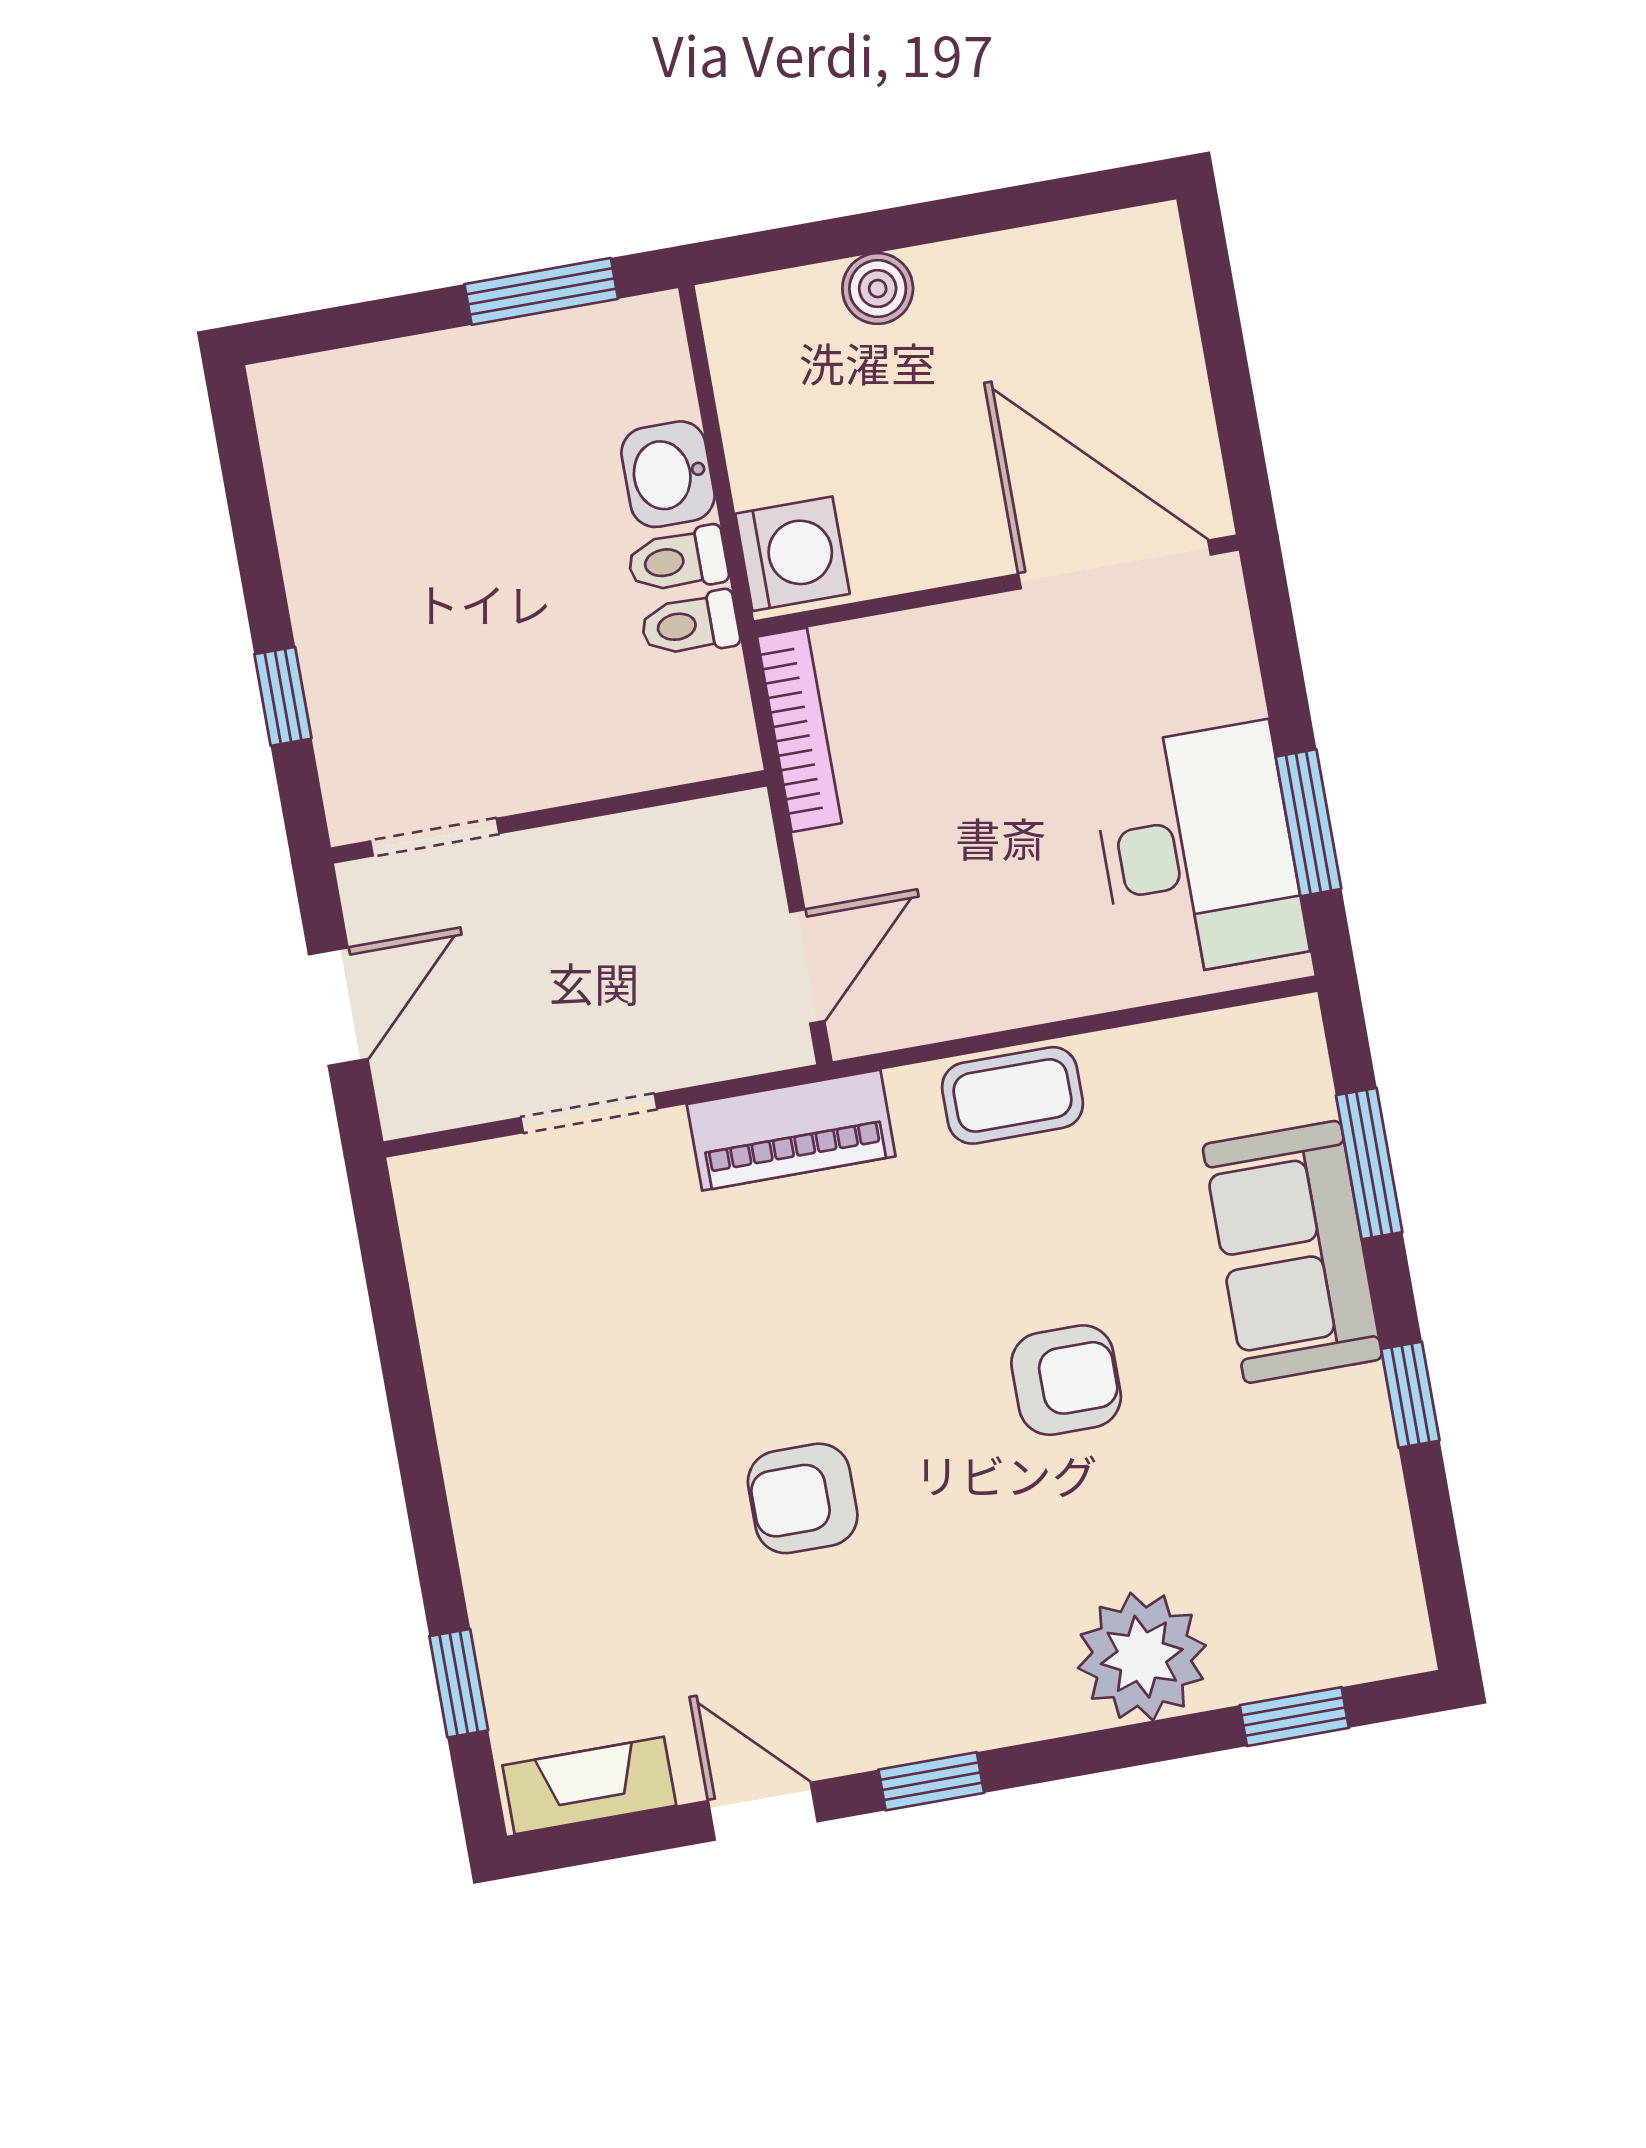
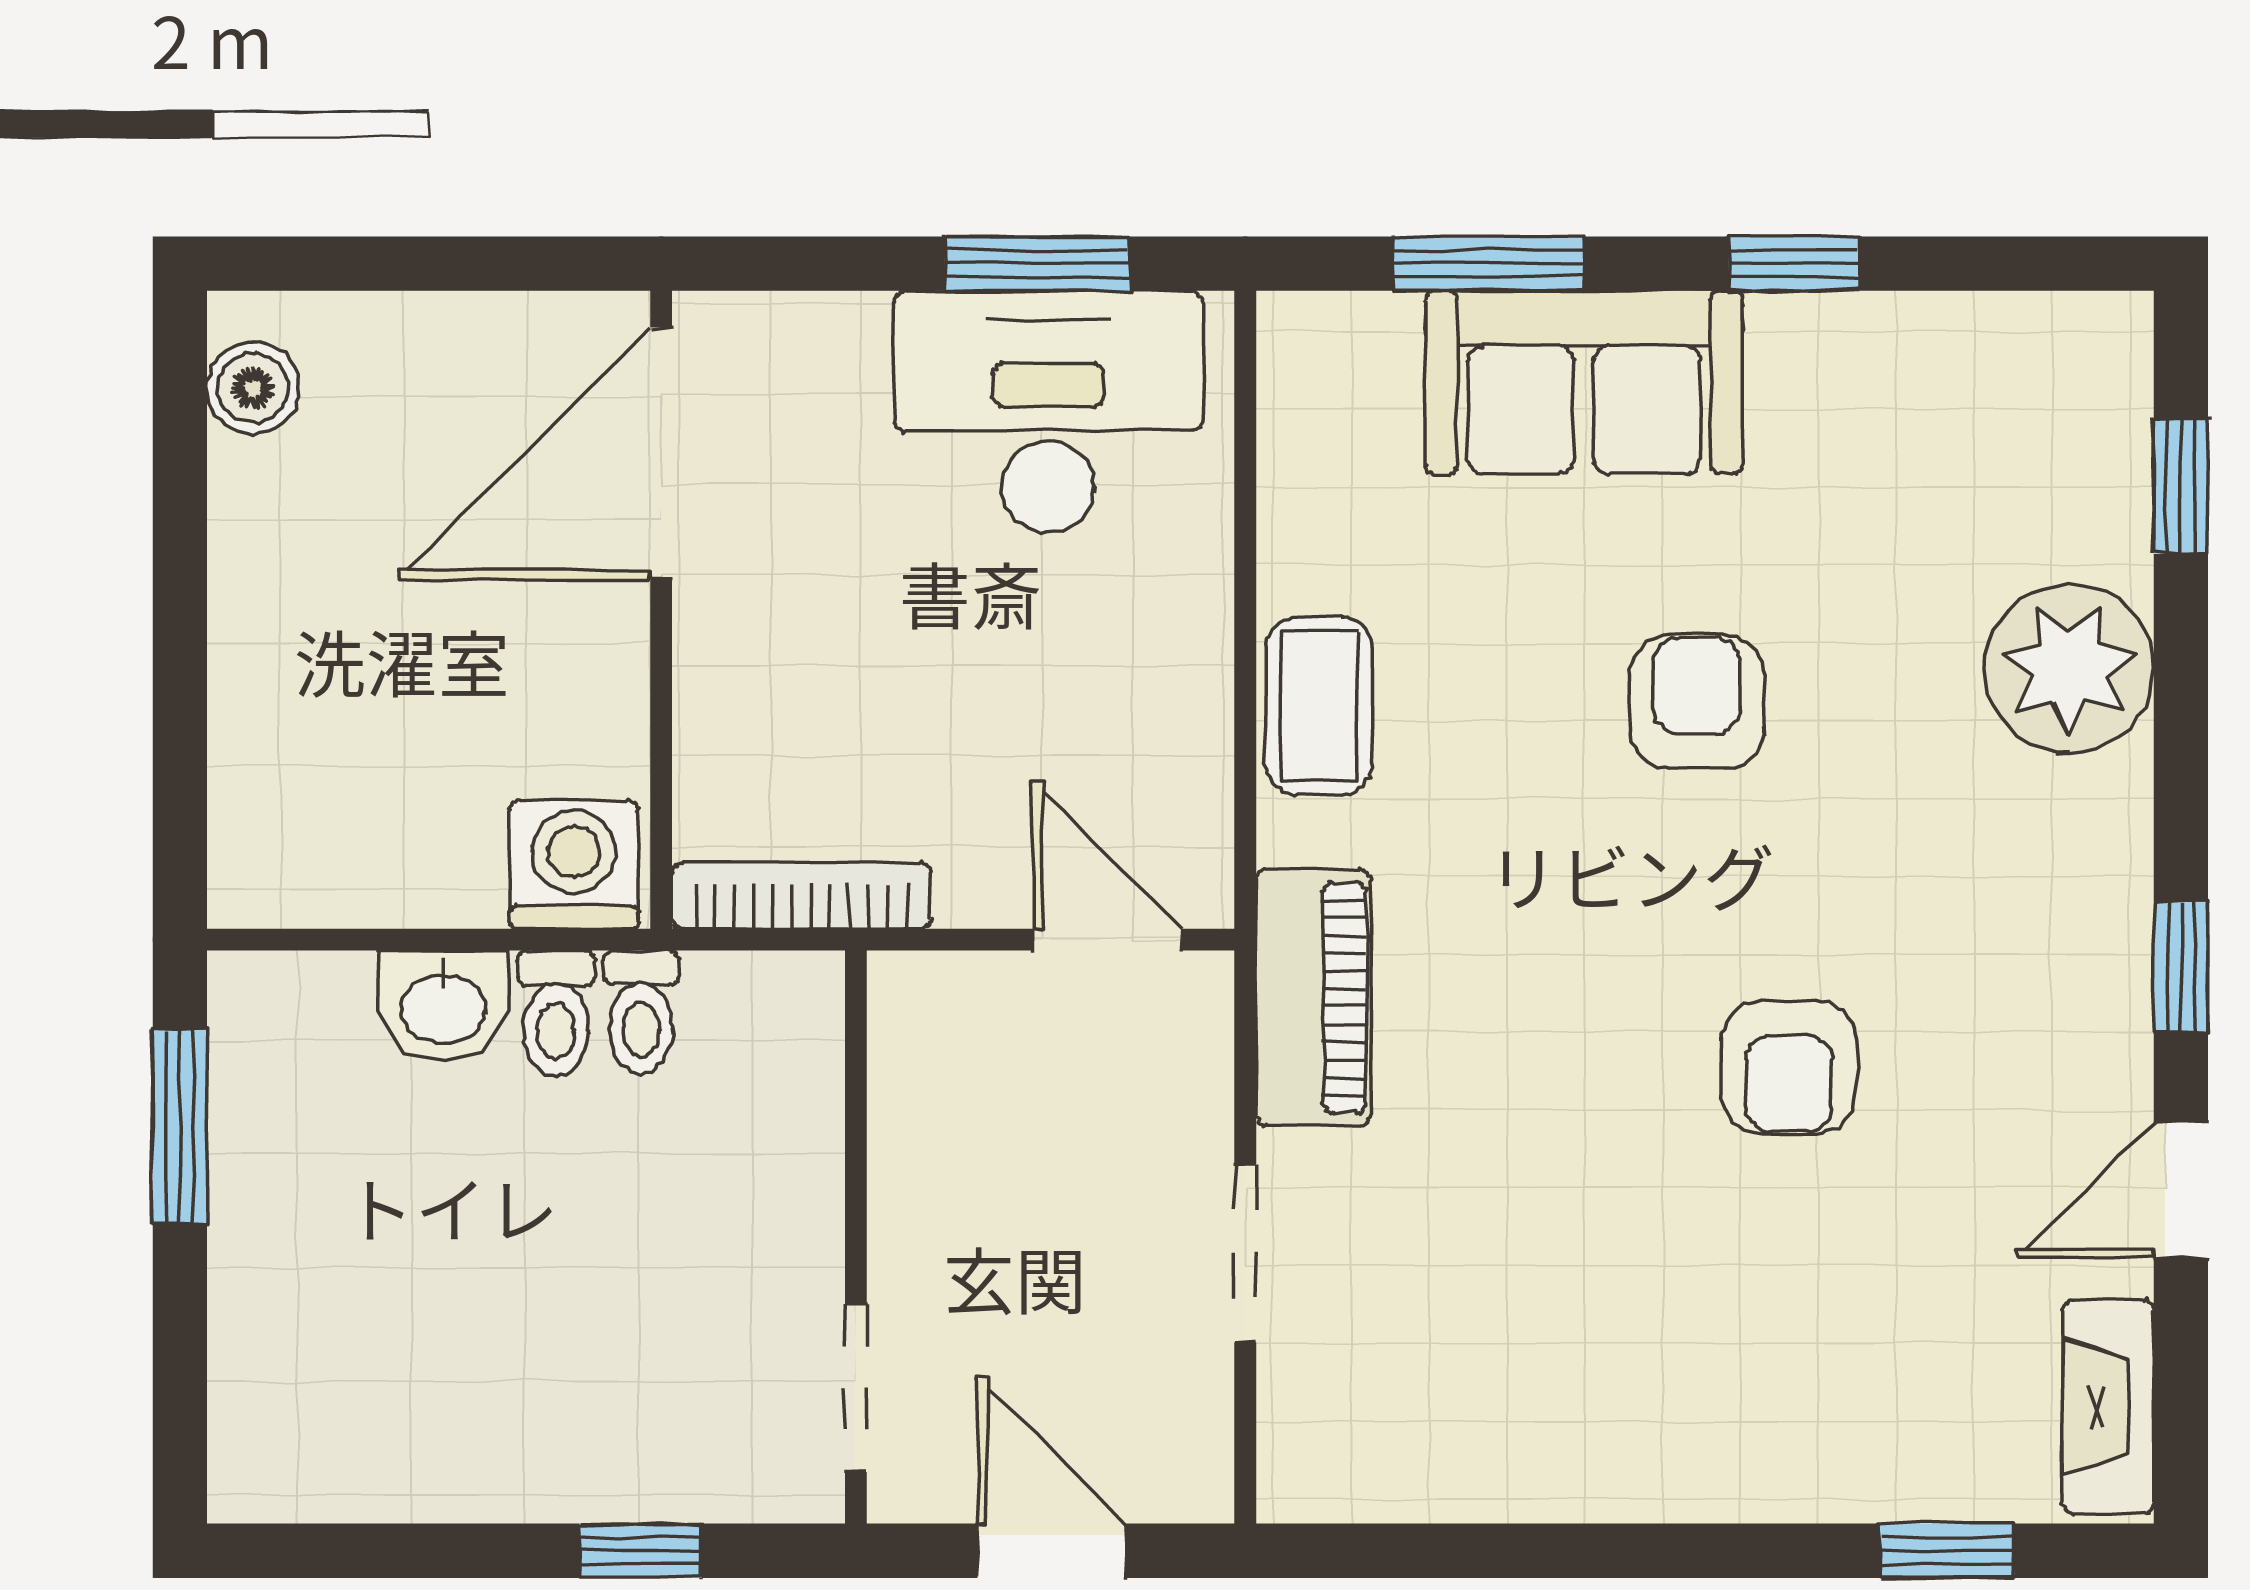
boiler: (878, 289) -> (253, 388), moved

